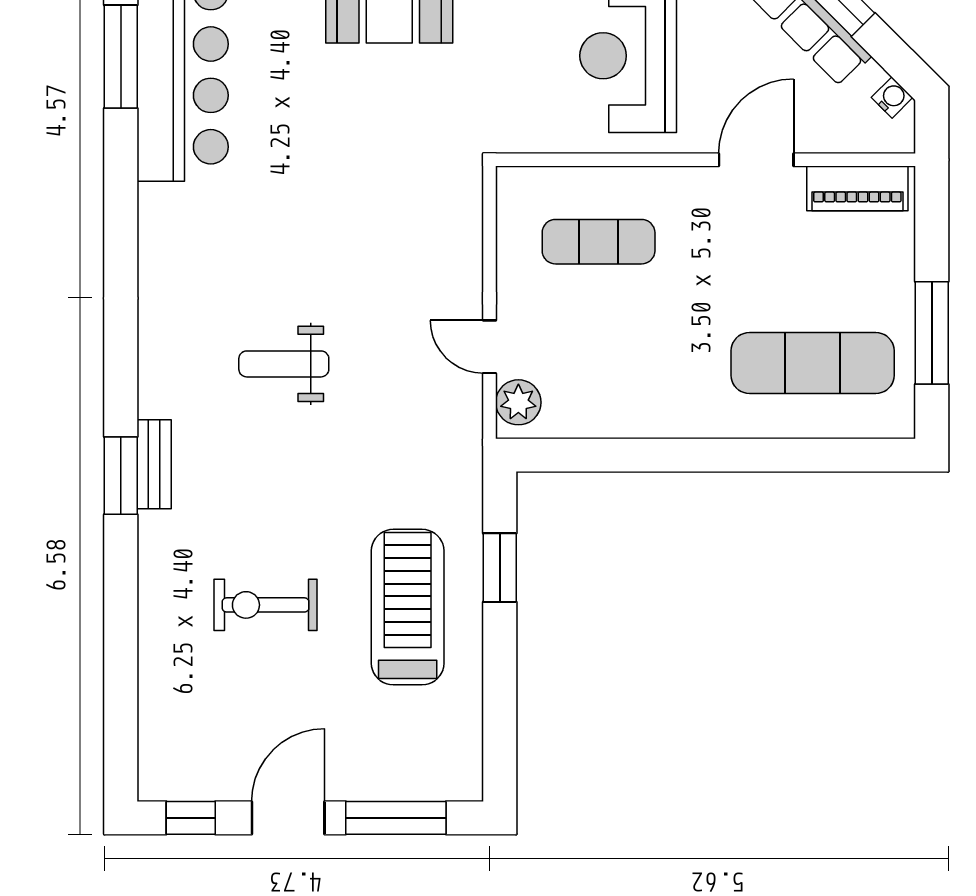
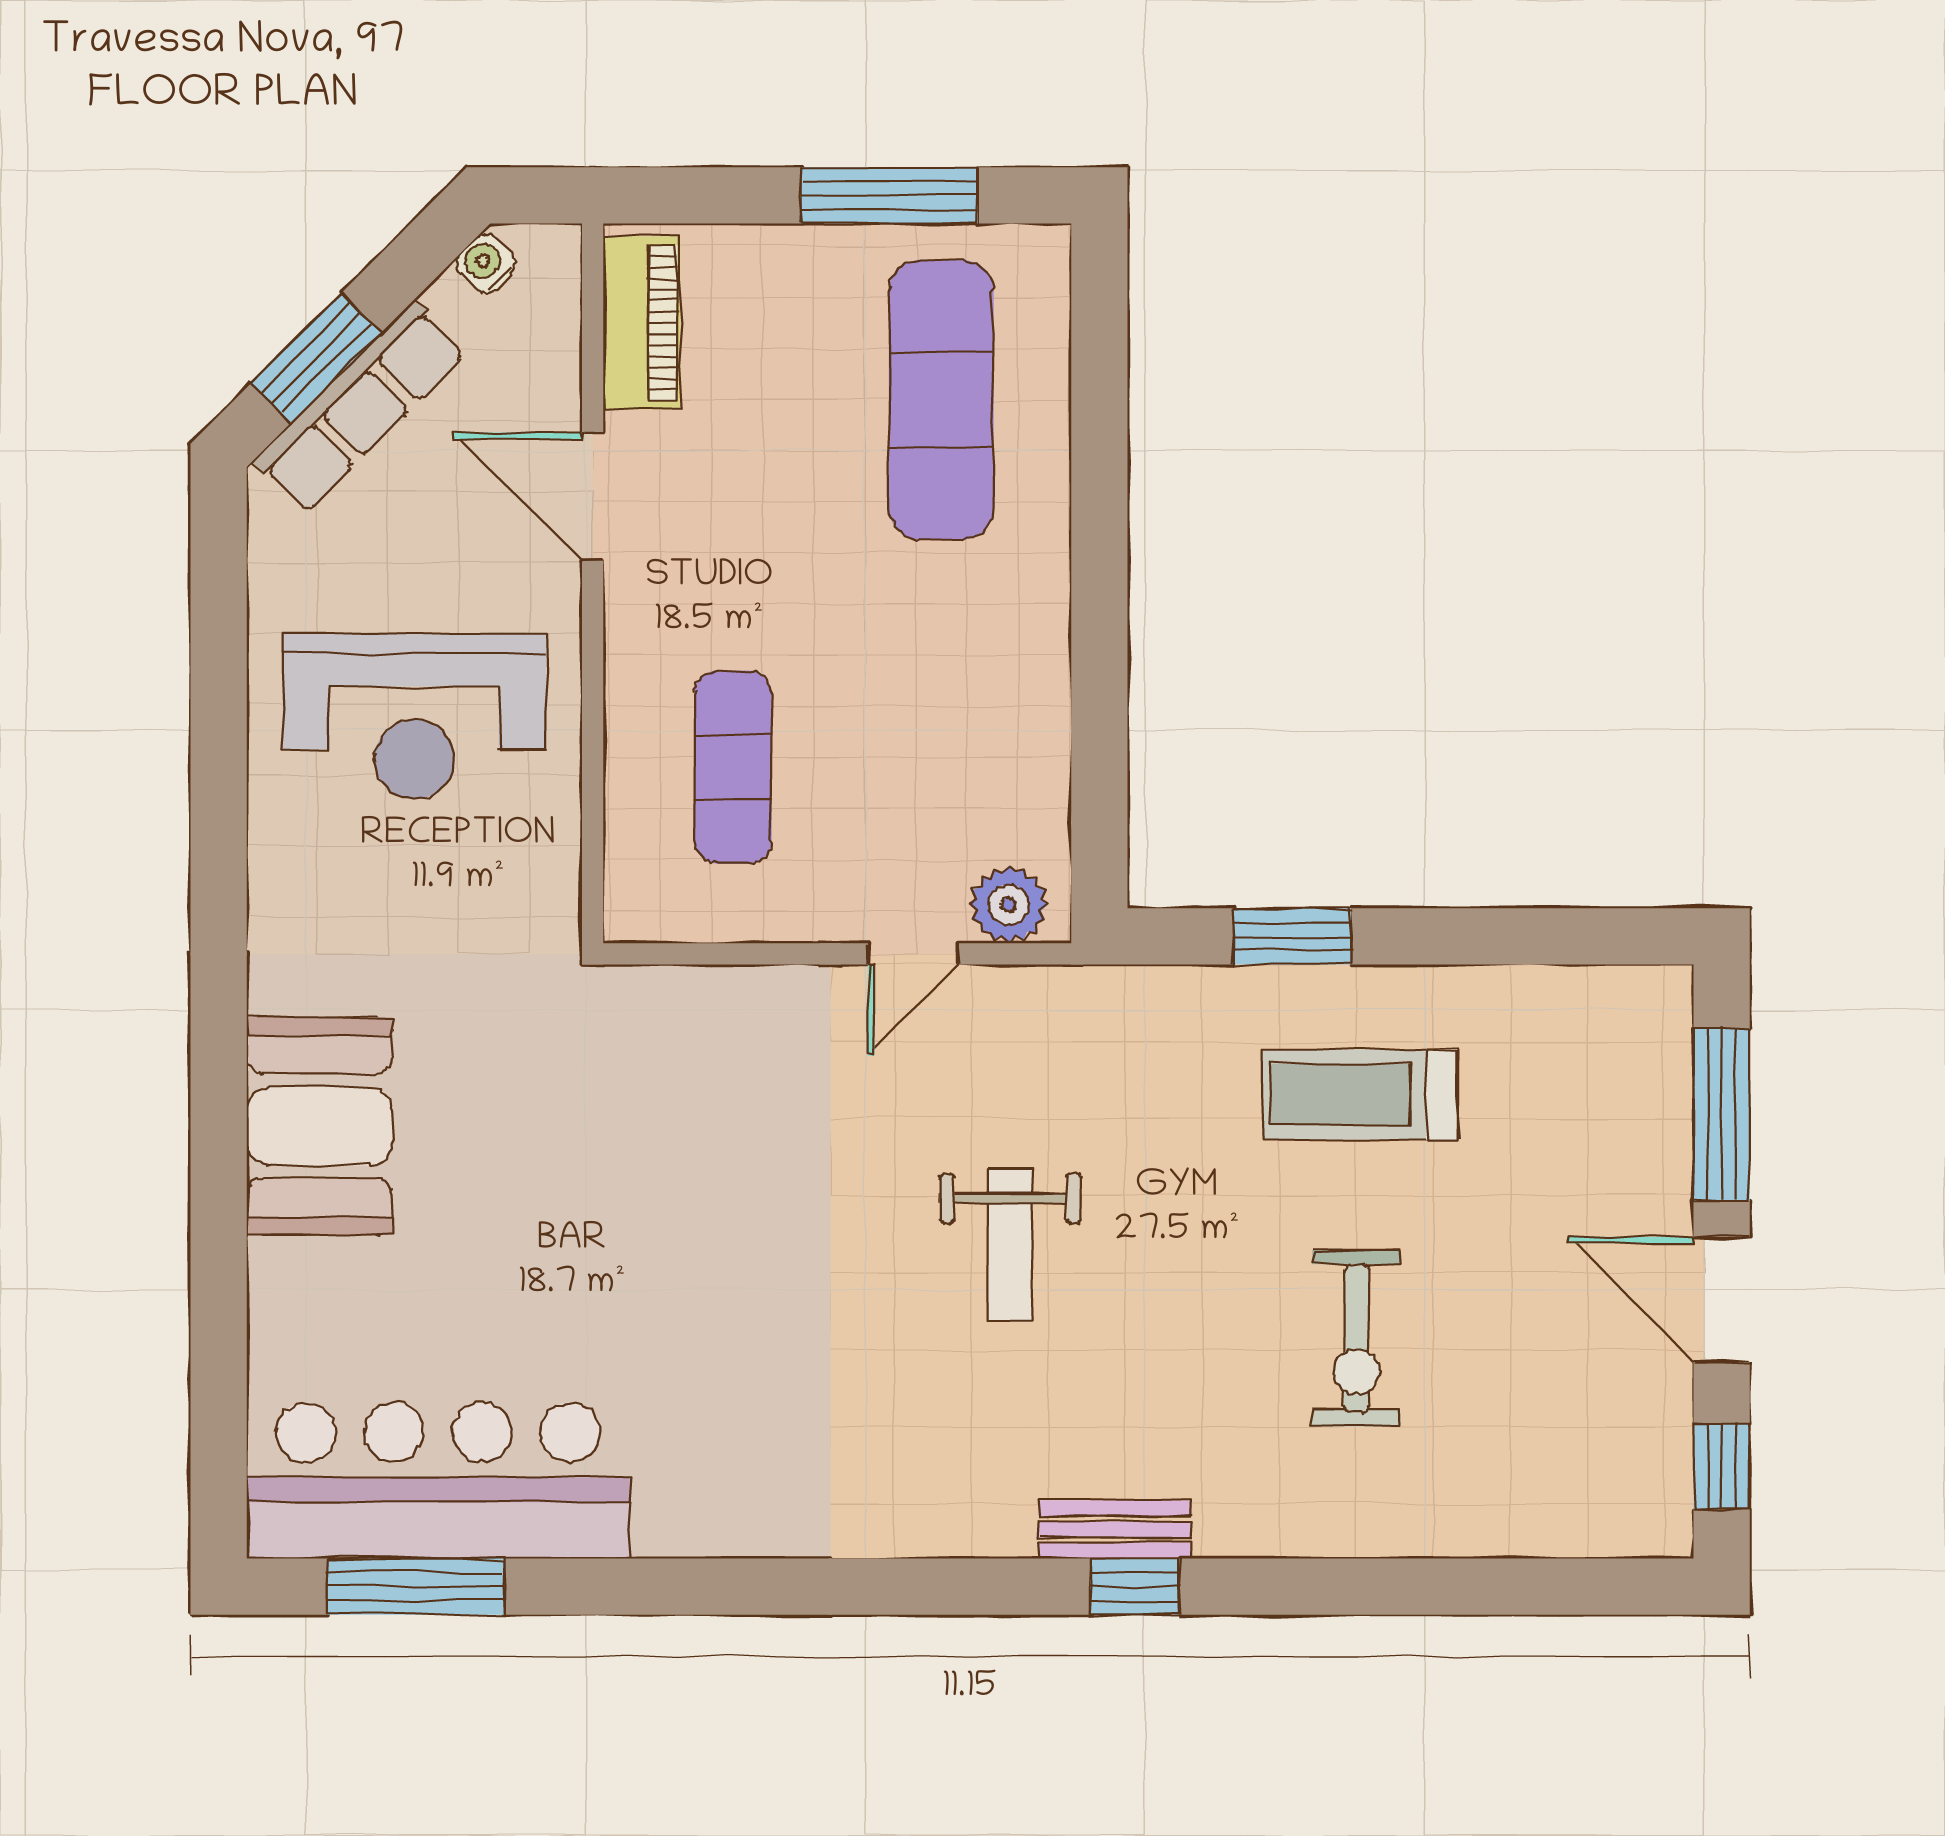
weight bench: (284, 364) -> (1010, 1245), moved
window: (121, 476) -> (1135, 1587), width x0.67
treadmill: (408, 607) -> (1360, 1095), width x0.73, depth x0.73

